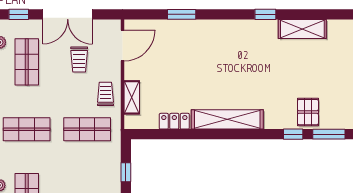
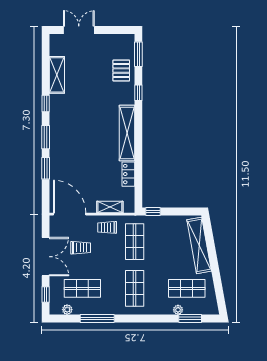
window: (222, 14) -> (46, 137), added
door: (123, 45) -> (70, 214), width x1.36
pallet: (308, 112) -> (121, 71), turned 90
window: (293, 134) -> (138, 93), moved
window: (126, 172) -> (153, 212), moved

